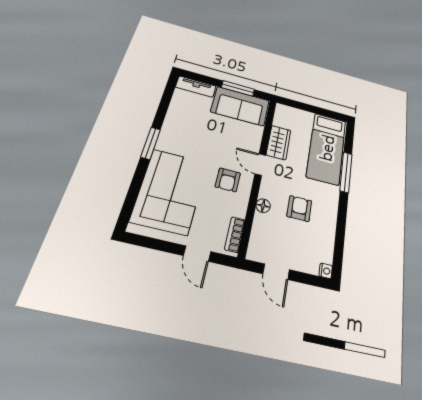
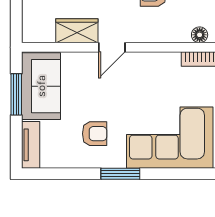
armchair: (228, 180) -> (95, 134), moved
floor lamp: (263, 206) -> (200, 35), moved

